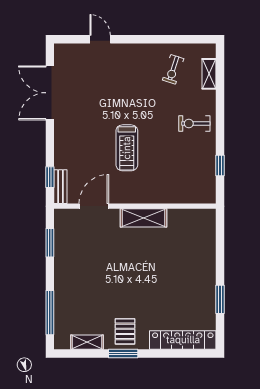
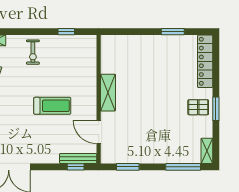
bench: (60, 187) -> (78, 159), width x1.36
shelving: (87, 342) -> (207, 151), moved

